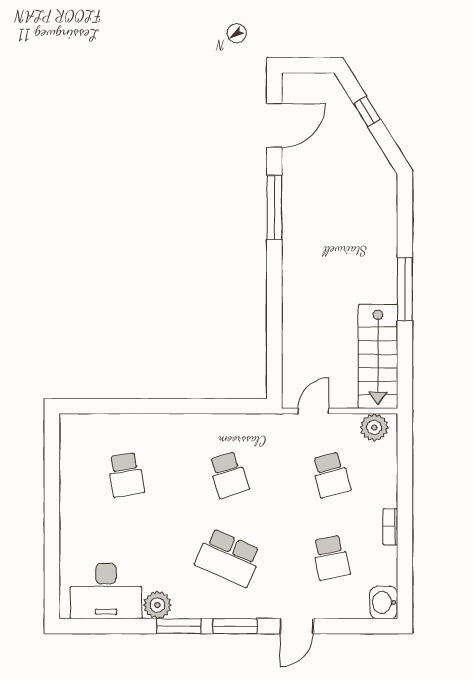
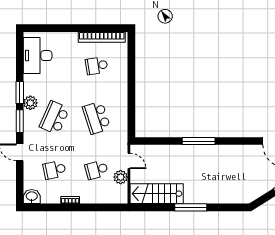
window: (274, 207) -> (199, 141), moved
plant: (374, 427) -> (121, 177), moved
bookcase: (70, 465) -> (102, 37), added
school desk: (228, 475) -> (97, 118), width x1.85
plant: (157, 605) -> (30, 103), moved

